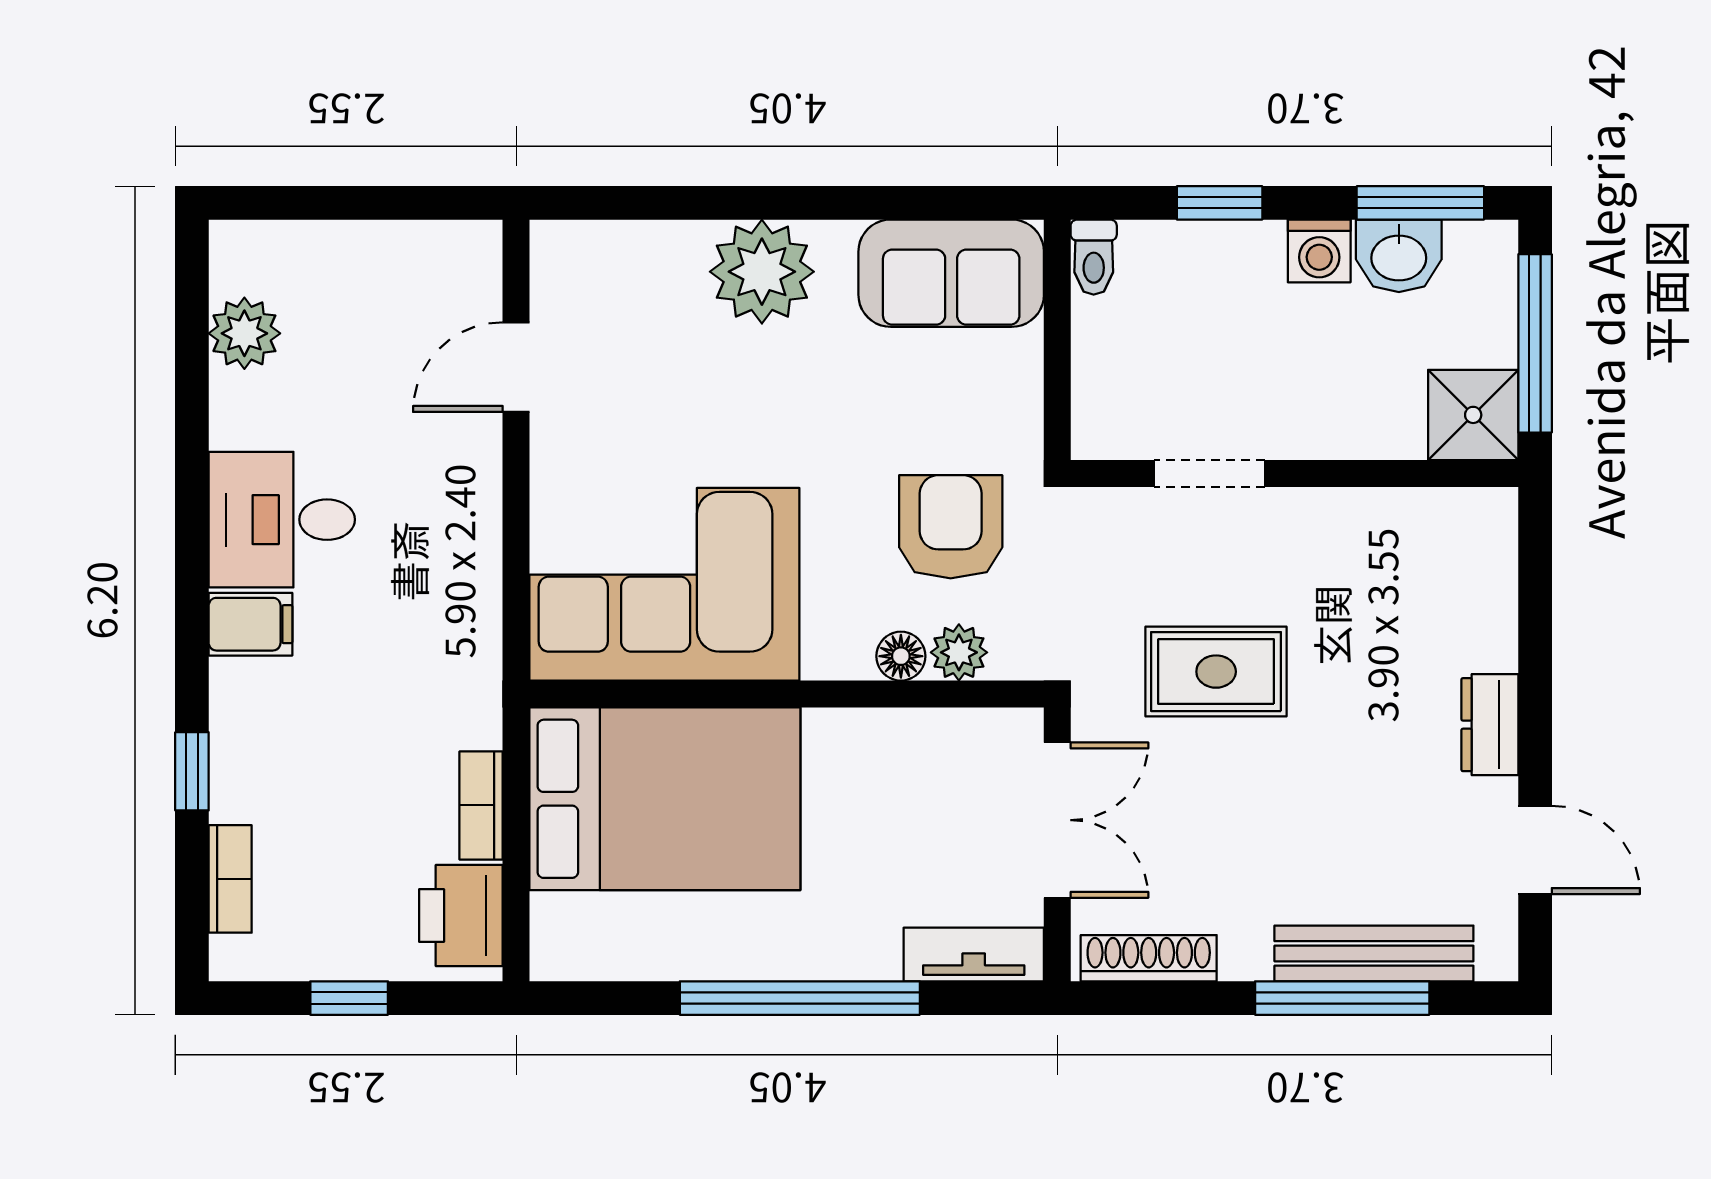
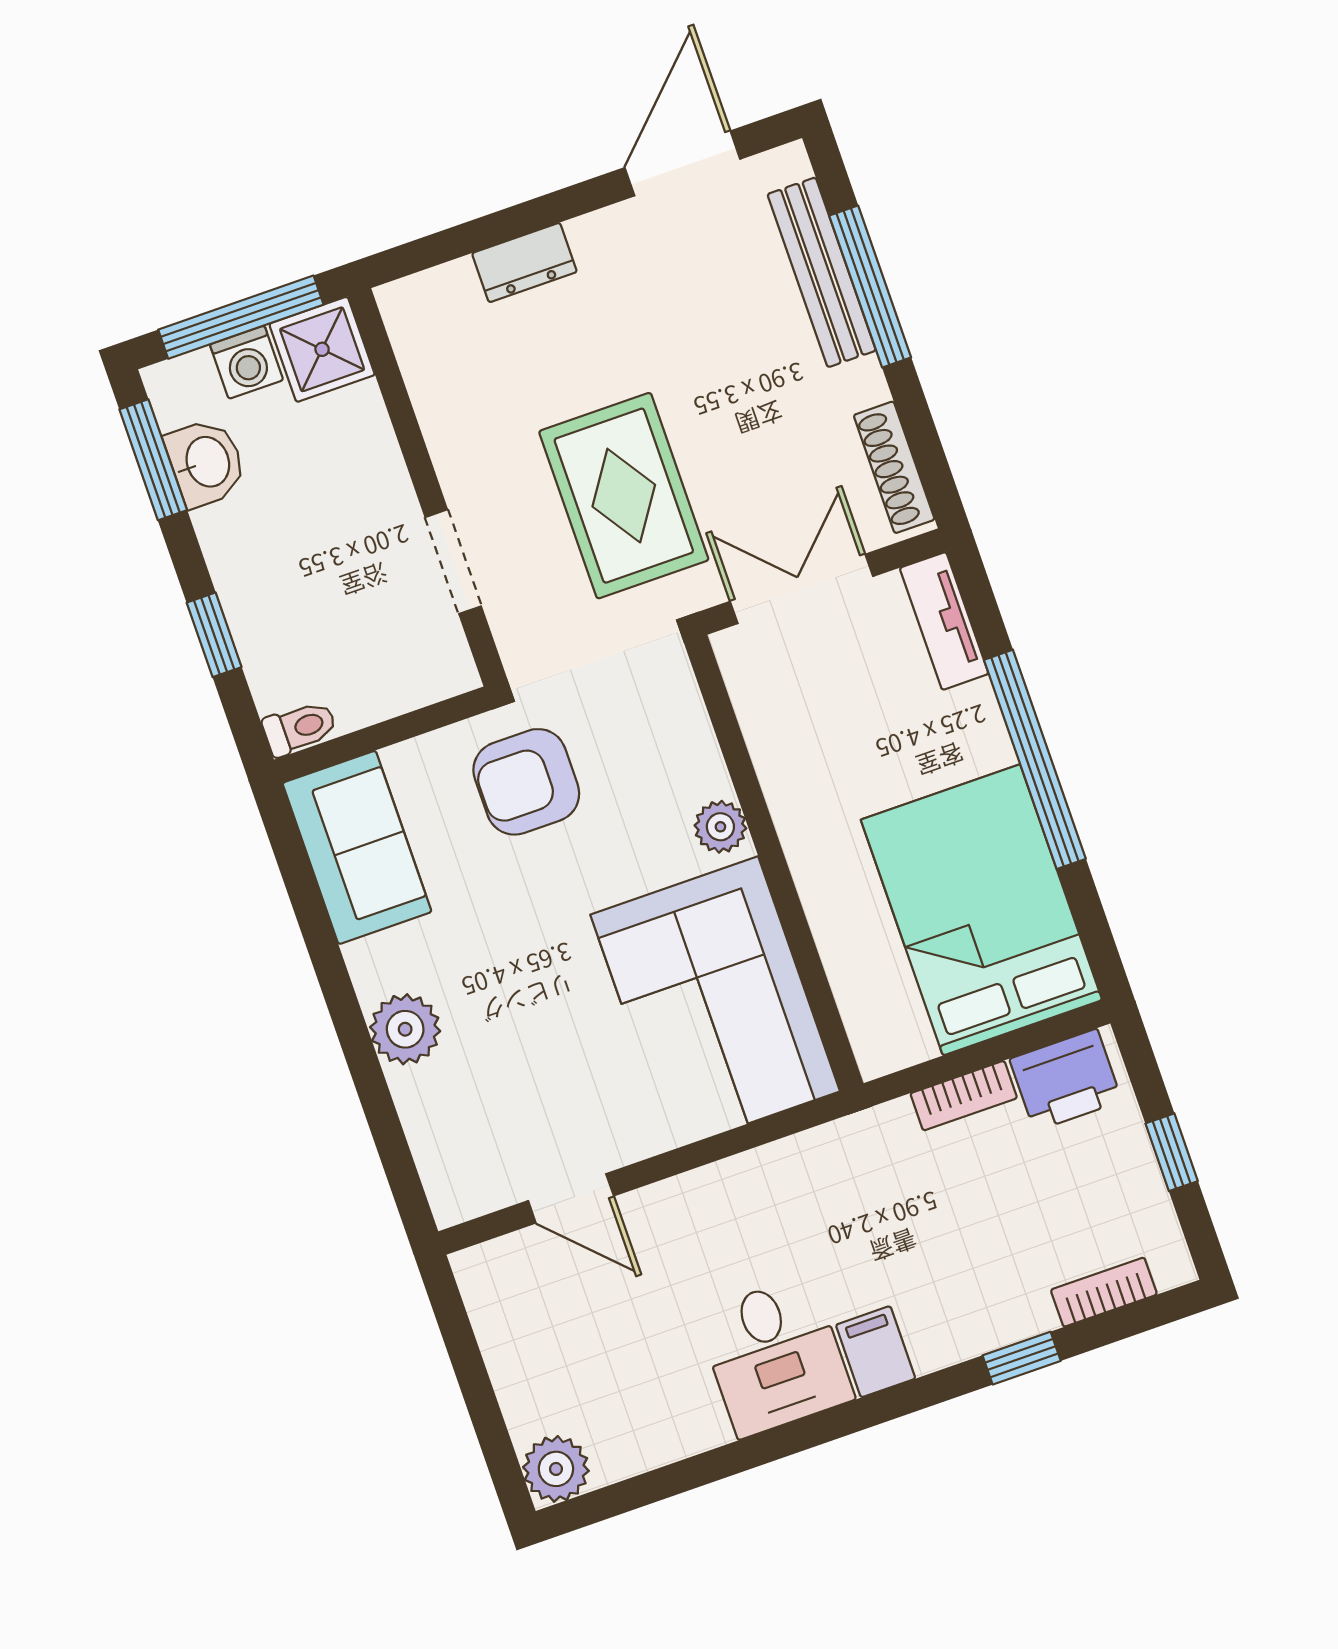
washing machine: (1319, 251) -> (246, 362), moved, turned 90
plant: (762, 272) -> (405, 1029), width x0.73, depth x0.73
plant: (244, 333) -> (556, 1469), moved
armchair: (951, 527) -> (526, 782), moved
plant: (959, 652) -> (720, 827), moved
floor lamp: (901, 656) -> (706, 775), removed
rug: (1216, 672) -> (624, 496), width x1.36, depth x1.43
dresser: (1490, 725) -> (524, 263), moved
bed: (665, 799) -> (982, 910), moved
door: (1535, 850) -> (682, 163), width x1.38

